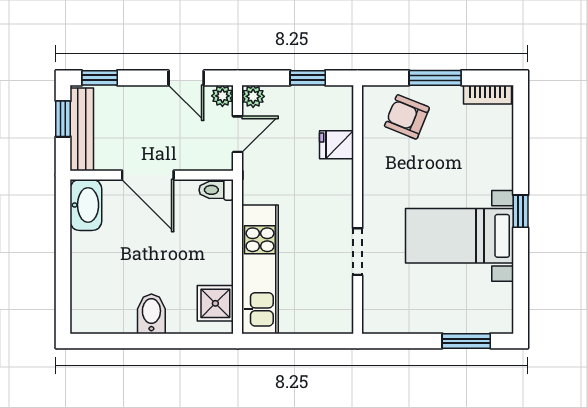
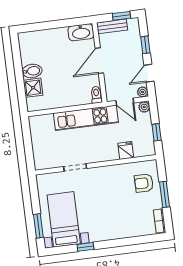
window: (100, 78) -> (145, 45), moved
armchair: (407, 117) -> (144, 183), turned -112
bench: (82, 129) -> (112, 26), width x0.73
window: (521, 211) -> (85, 247), moved
bed with nightstands: (460, 236) -> (64, 219), moved
kitchen unit: (260, 269) -> (86, 118), moved
shower: (215, 303) -> (33, 88), moved

